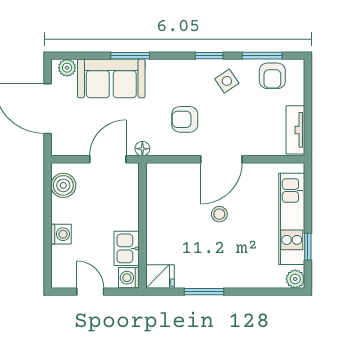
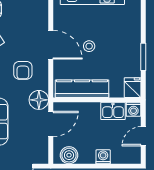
floor lamp: (142, 149) -> (39, 100), width x1.89, depth x1.89
door: (108, 159) -> (51, 124), swing flipped
kitchen counter: (159, 204) -> (82, 89), added

